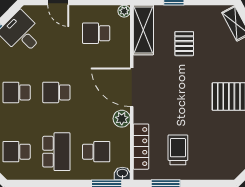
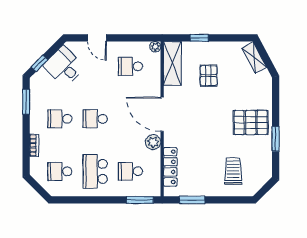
trolley: (178, 150) -> (233, 171), moved
school desk: (56, 152) -> (95, 171), turned 180
school desk: (96, 152) -> (130, 171), turned 180
washbasin: (122, 173) -> (154, 191), removed

